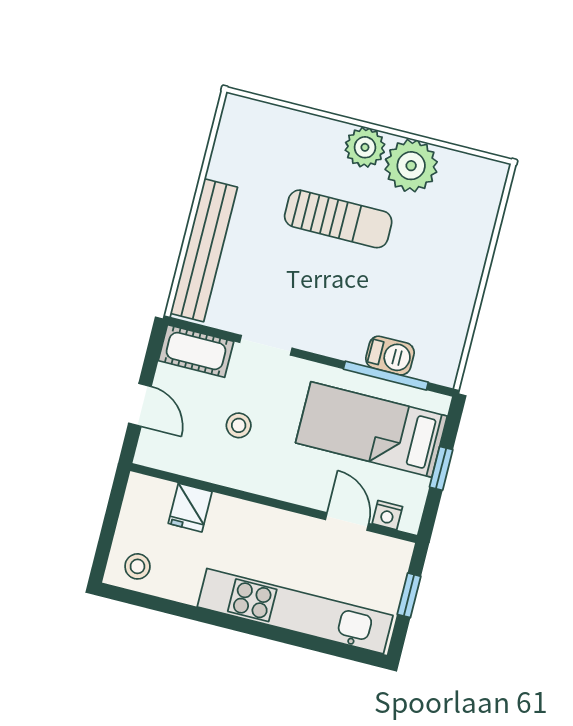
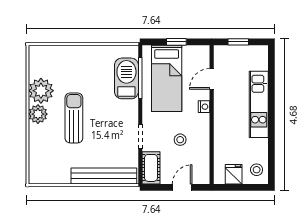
barbecue: (390, 356) -> (126, 78), width x1.88, depth x1.53
fridge: (190, 508) -> (234, 174), moved, turned -90
nightstand: (387, 515) -> (204, 107), moved
kitchen unit: (295, 611) -> (259, 104), width x0.73

